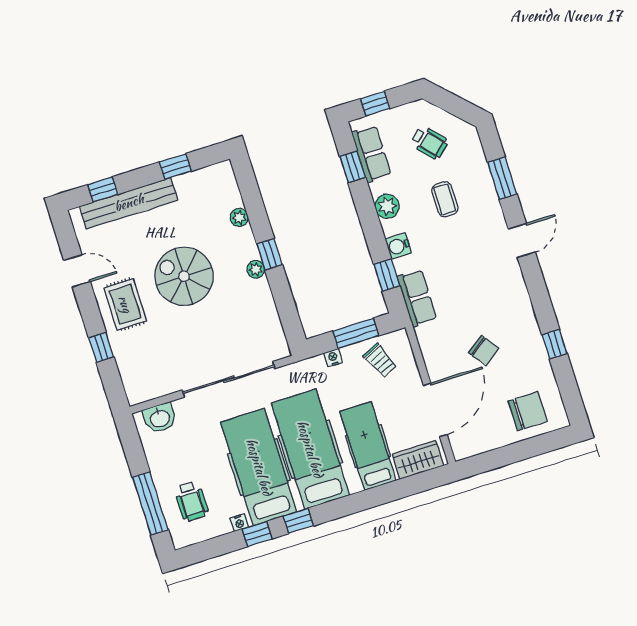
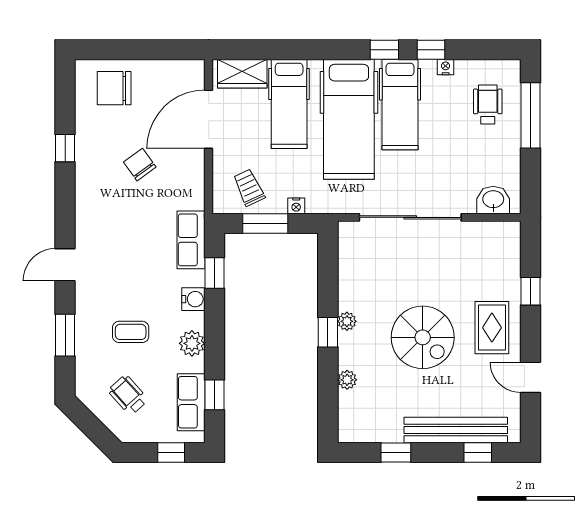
coffee table: (445, 199) -> (131, 332), turned 90
hospital bed: (259, 467) -> (400, 105), width x0.73, depth x0.78

